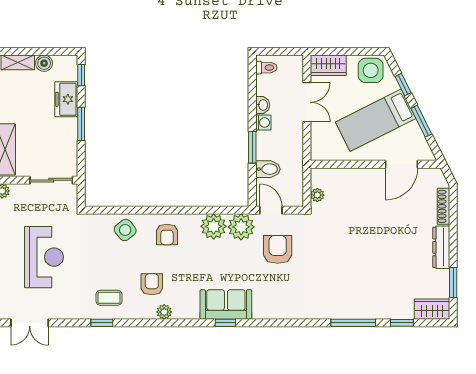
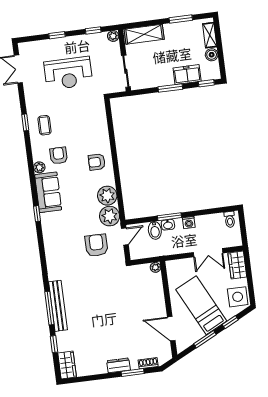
washbasin: (263, 105) -> (168, 225), moved
plant: (317, 195) -> (155, 267), moved
shoe rack: (444, 206) -> (148, 363), width x0.70
side table: (125, 230) -> (96, 131), removed
dresser: (441, 247) -> (118, 365), width x0.70
armchair: (278, 249) -> (96, 245), turned -90
window: (453, 283) -> (133, 372), moved
armchair: (152, 284) -> (59, 156), turned -90
sofa: (226, 304) -> (48, 192), moved
bench: (352, 311) -> (58, 306), added

